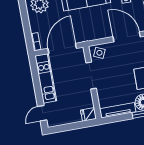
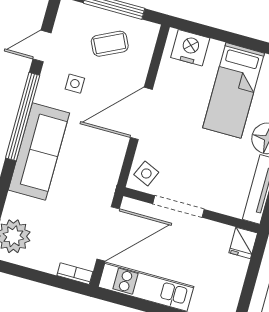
door: (62, 48) -> (108, 234), swing flipped

